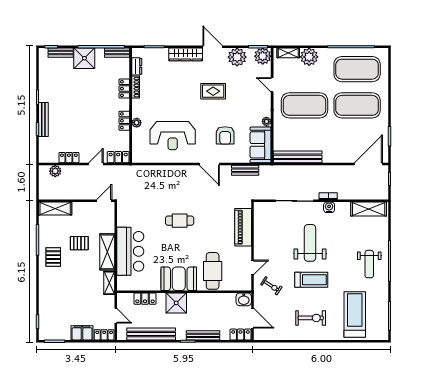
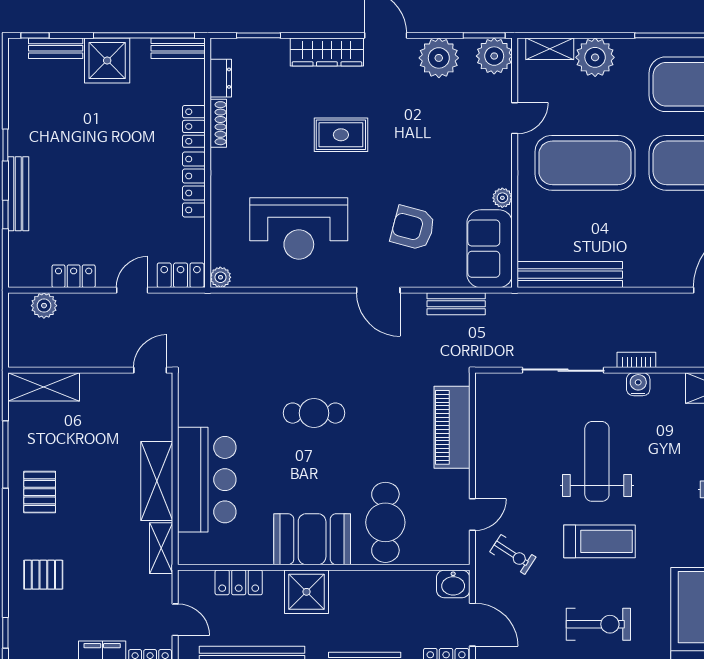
door: (272, 85) -> (515, 118), swing flipped
rug: (213, 91) -> (341, 135), moved
locker: (124, 121) -> (194, 185), width x1.53
plant: (137, 123) -> (220, 277), moved
armchair: (225, 135) -> (413, 228), turned 105
pallet: (79, 243) -> (43, 575), moved

